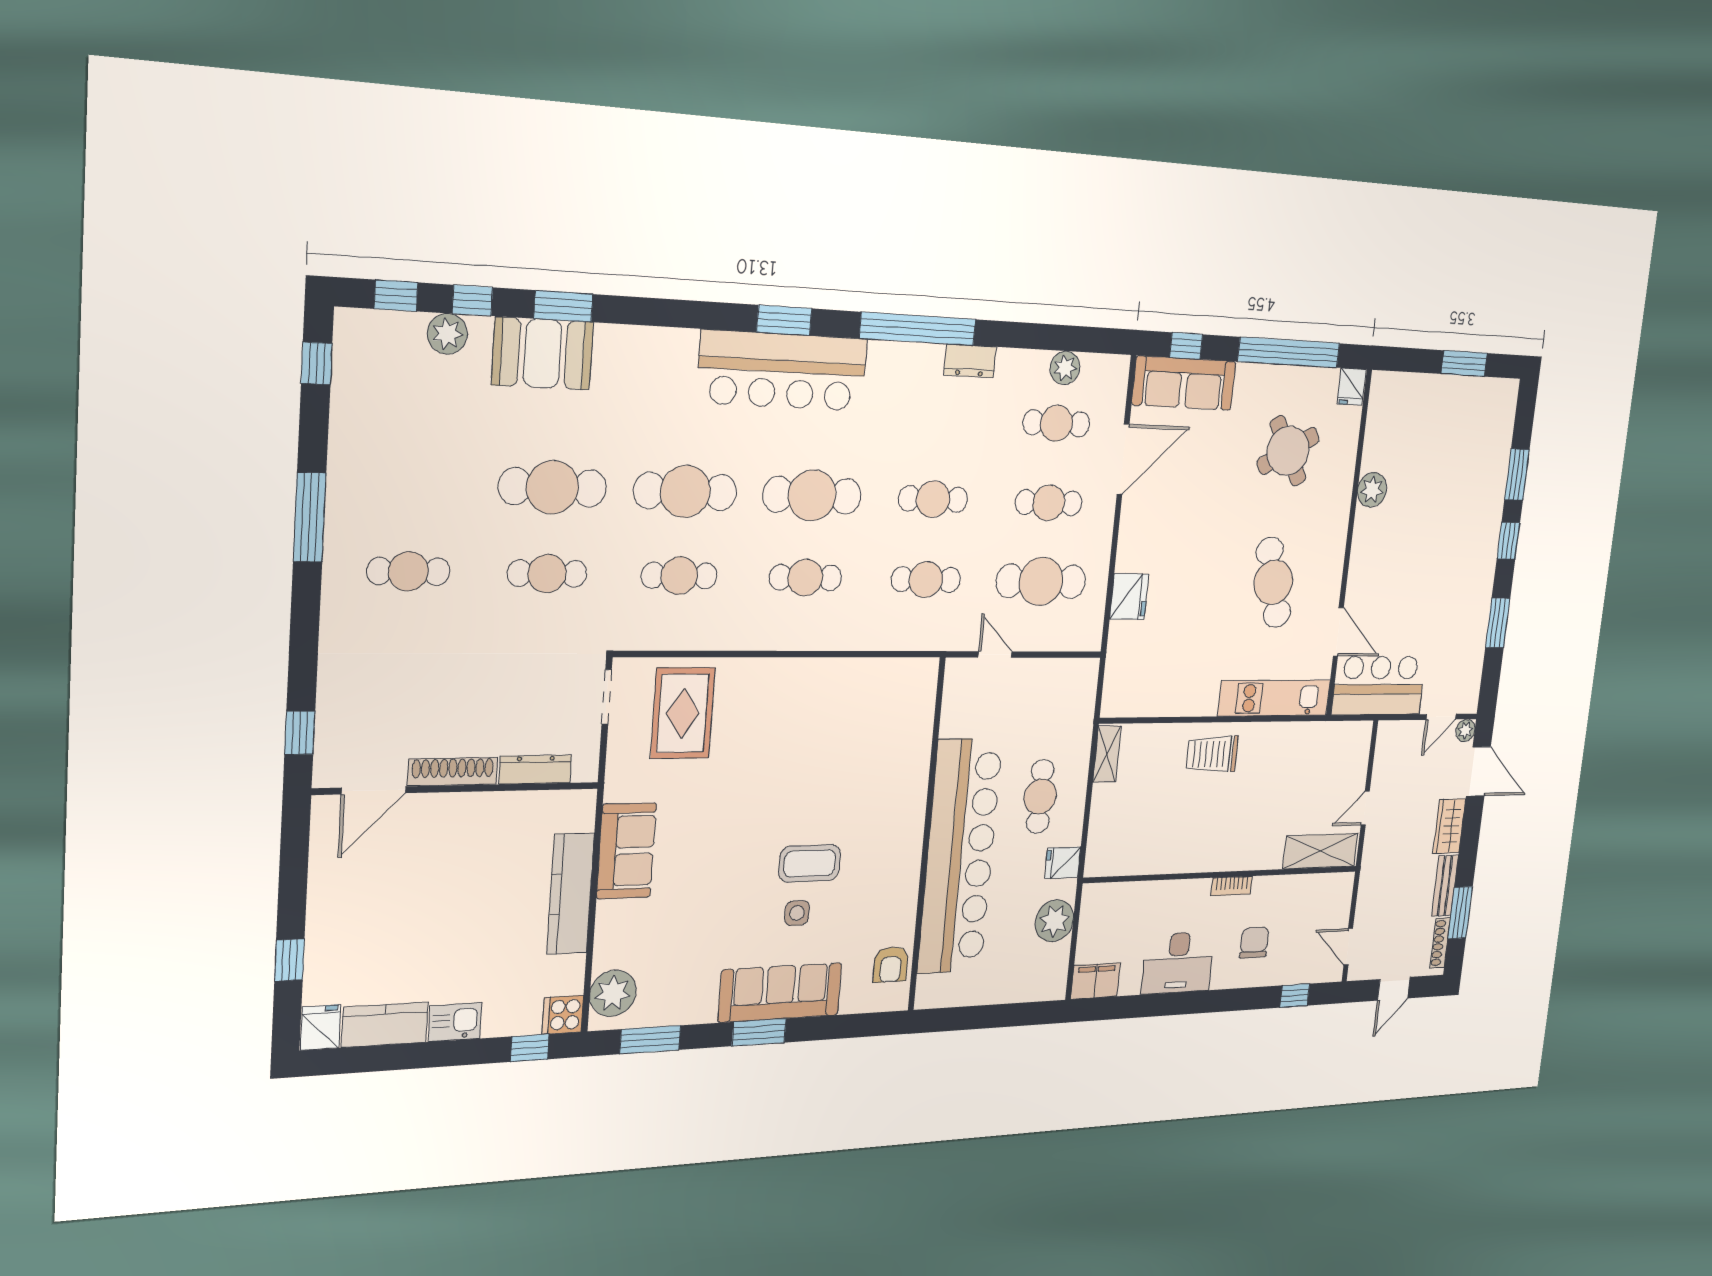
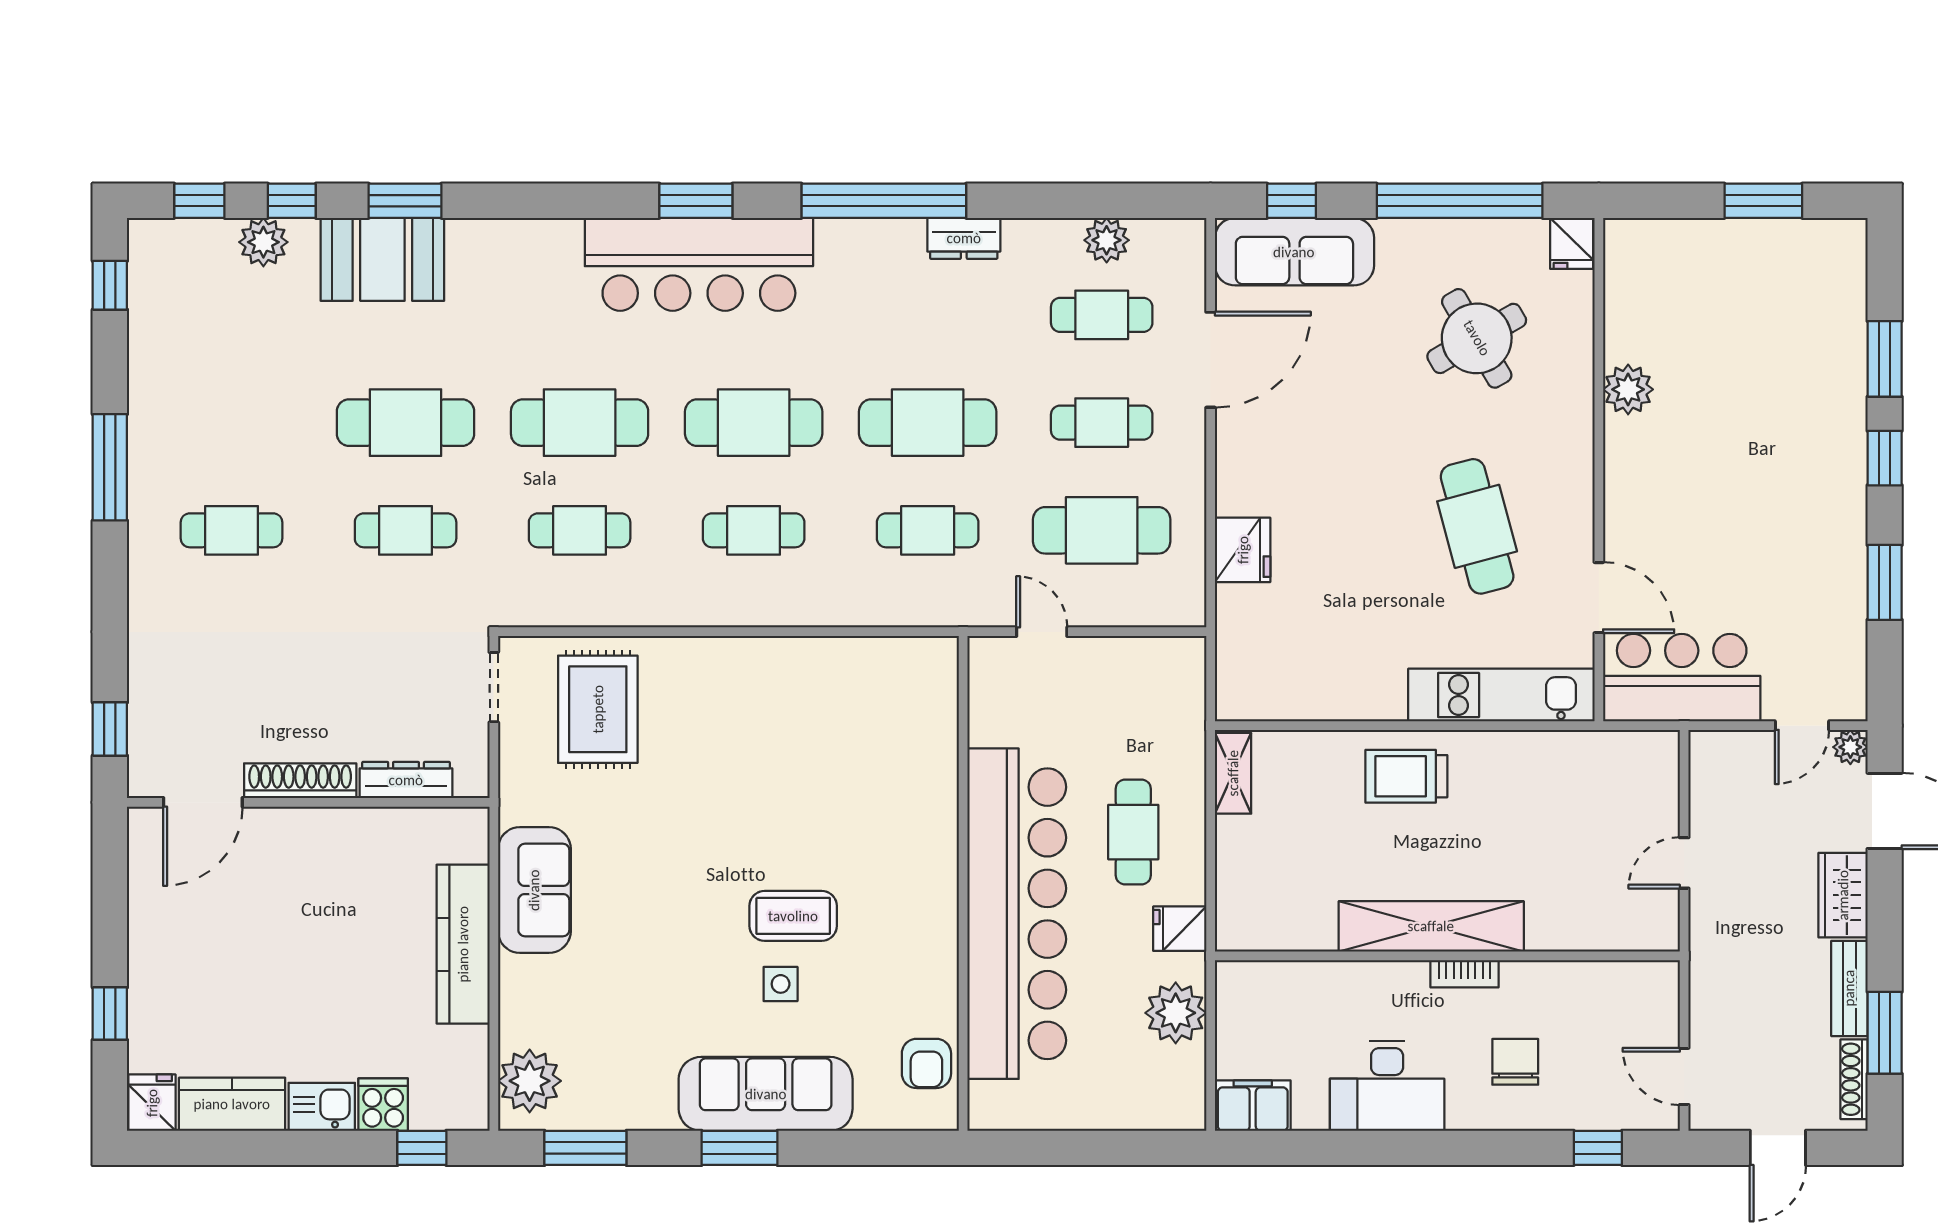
cafe table: (933, 499) -> (928, 423), width x1.37, depth x1.35
shelving: (1320, 851) -> (1431, 926), moved, width x1.47
cooker: (563, 1015) -> (383, 1105), moved, turned 90

